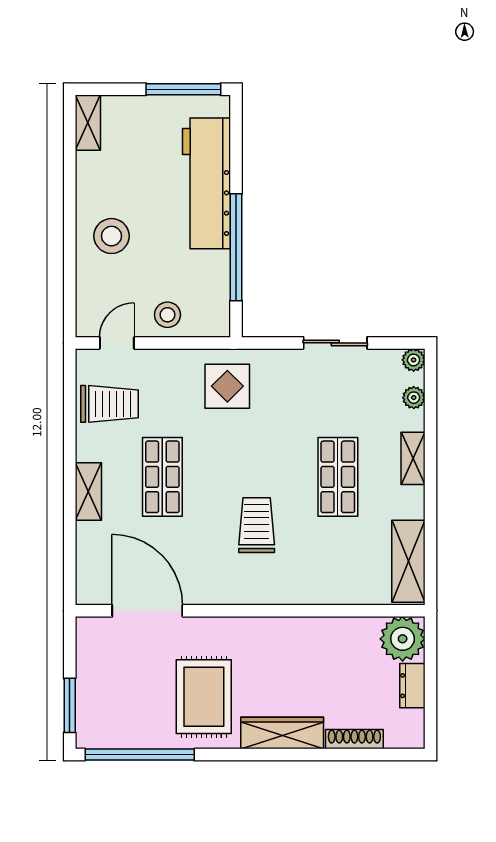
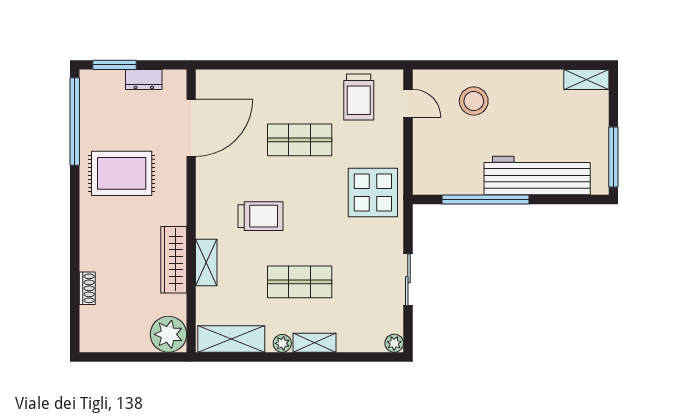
stool: (111, 236) -> (474, 101), moved
stool: (167, 315) -> (431, 144), removed
display table: (227, 386) -> (373, 192), width x1.36, depth x1.36
plant: (414, 398) -> (282, 343), moved
shelving: (88, 492) -> (206, 262), moved, turned 90
dresser: (412, 686) -> (144, 80), moved, turned 180
wardrobe: (282, 733) -> (174, 260), moved, turned 180
shoe rack: (354, 739) -> (87, 288), width x0.70

